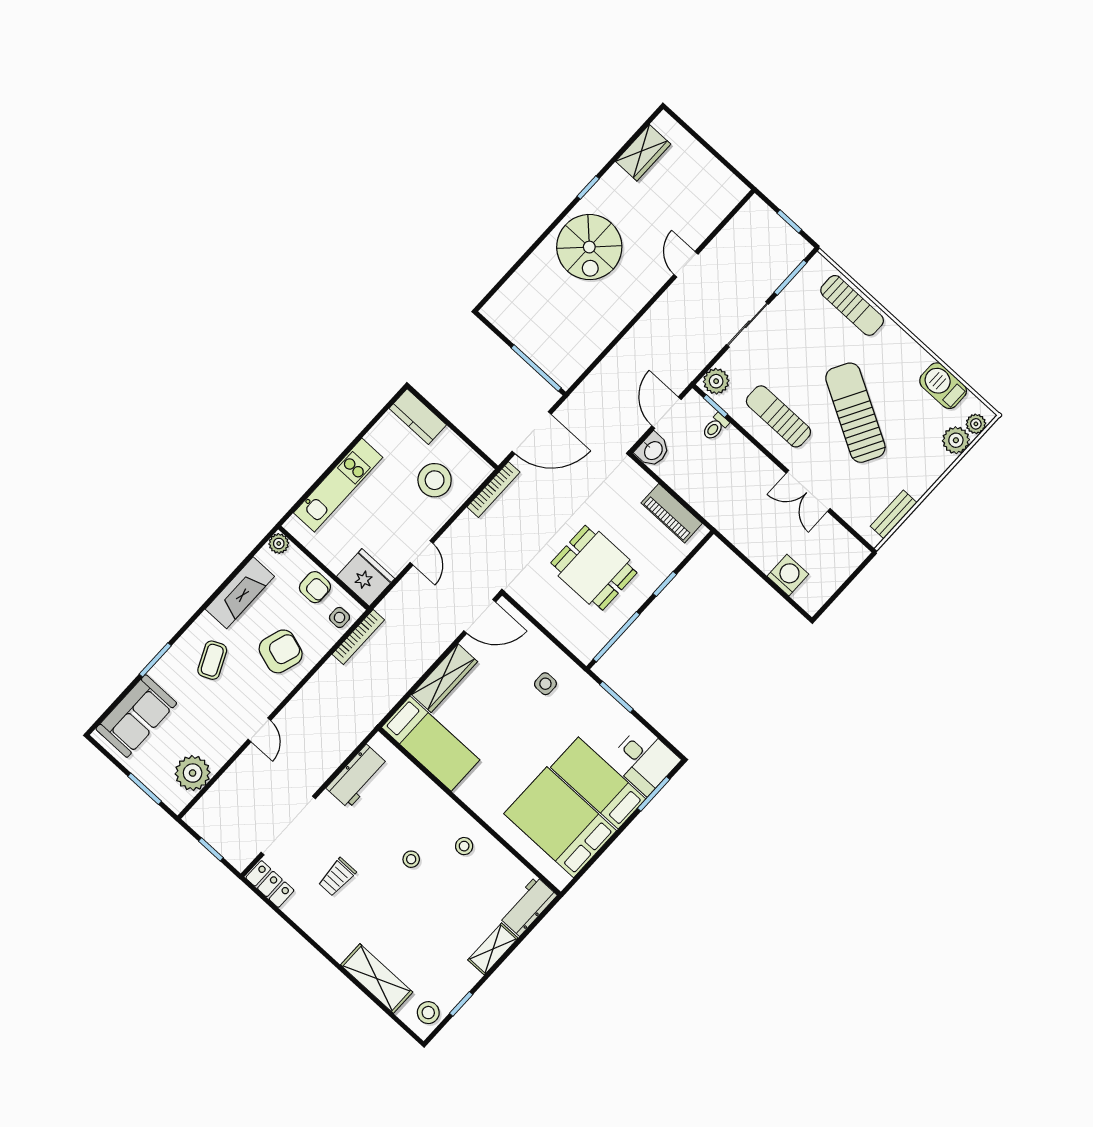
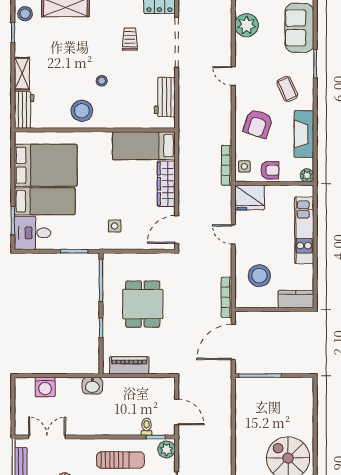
washbasin: (653, 450) -> (92, 386), moved, turned -90
double door: (808, 491) -> (47, 437), moved
dining table: (594, 568) -> (143, 304), turned 90
armchair: (315, 587) -> (270, 170), turned 180
stool: (464, 846) -> (82, 111), width x1.89, depth x1.89

